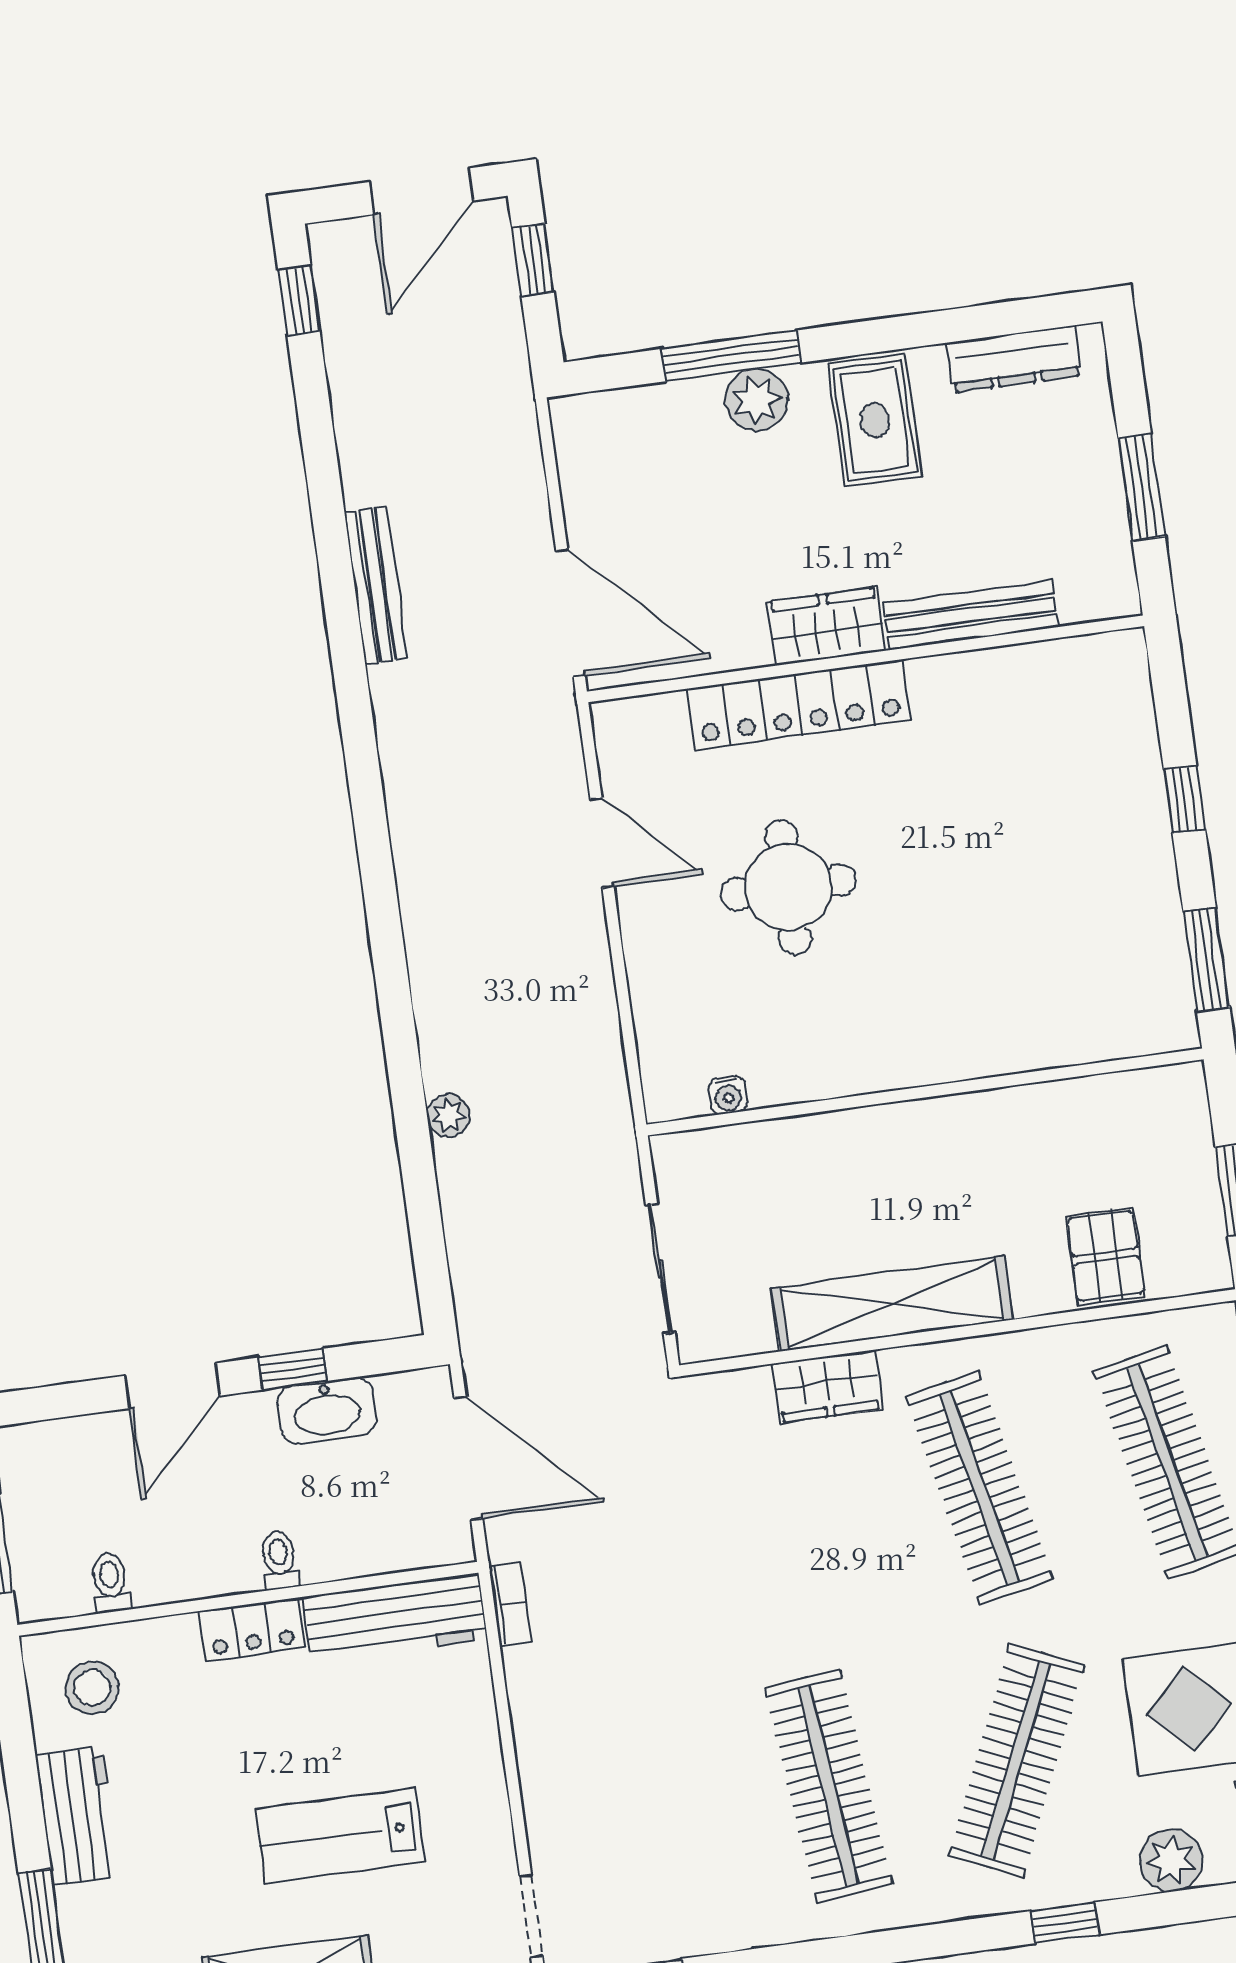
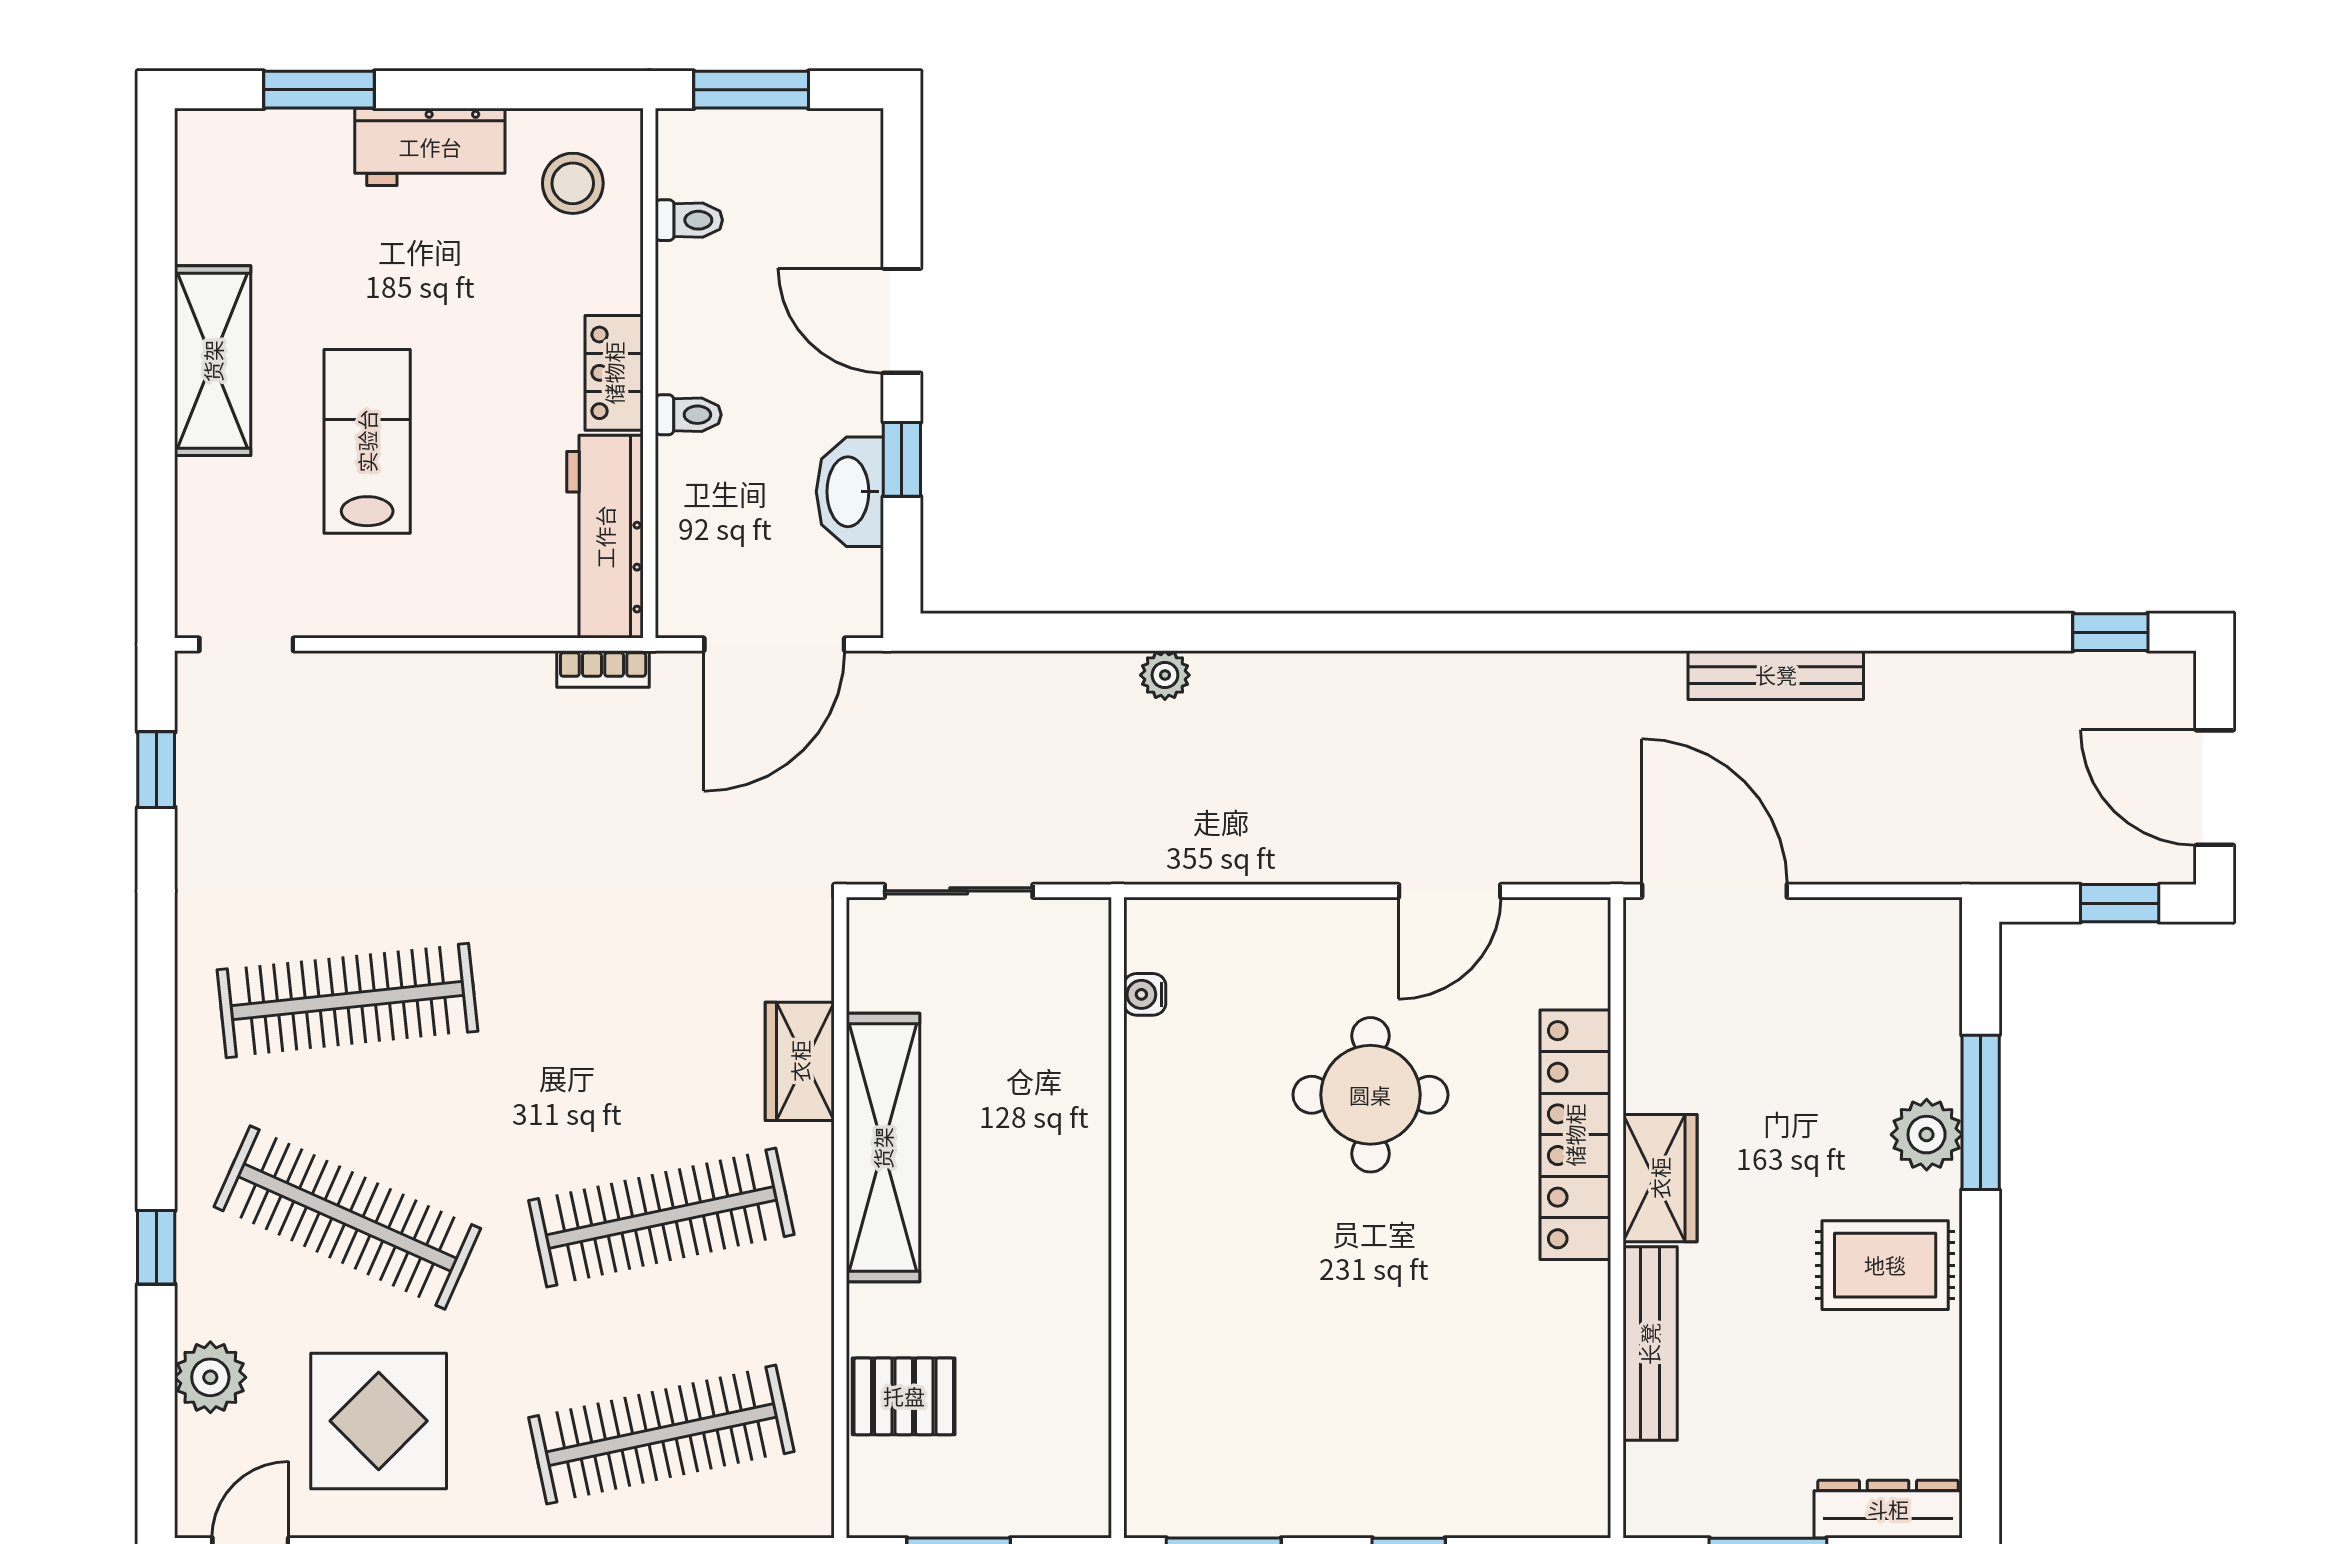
dresser: (1014, 359) -> (1888, 1509), moved, turned 90
door: (571, 613) -> (1714, 891), swing flipped

